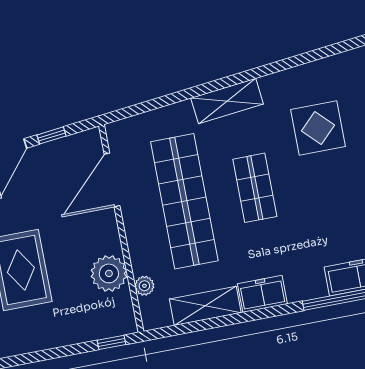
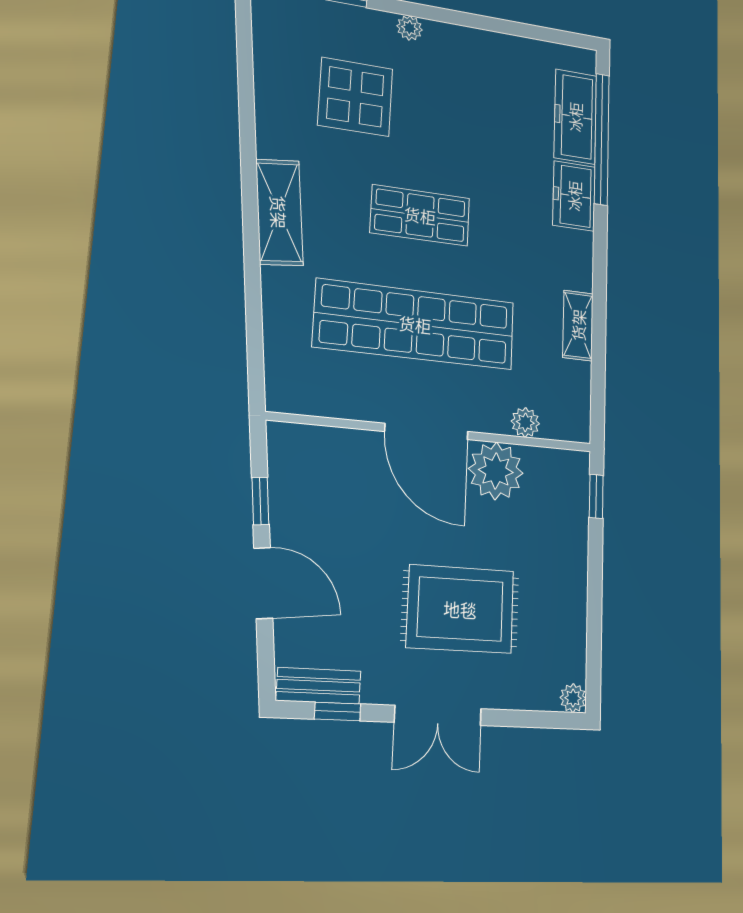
door: (112, 180) -> (426, 431), moved
freezer: (262, 294) -> (574, 196), moved
shelving: (205, 306) -> (578, 325), width x0.67, depth x0.75

